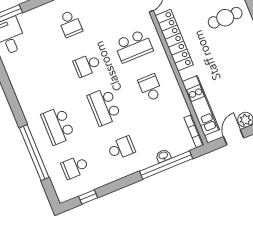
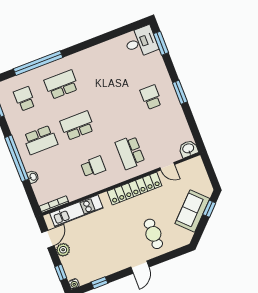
school desk: (70, 24) -> (151, 97), turned 90
school desk: (87, 65) -> (114, 111), removed
door: (234, 137) -> (48, 239), hinge flipped
school desk: (121, 148) -> (40, 140), width x1.85
window: (166, 165) -> (17, 158), moved

